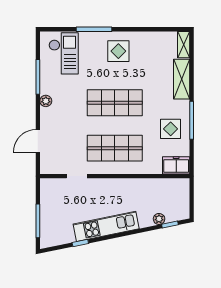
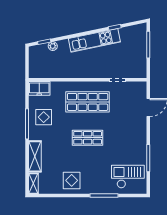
display table: (118, 51) -> (72, 180), moved
checkout: (64, 53) -> (128, 177), turned 90
plant: (46, 101) -> (142, 139), removed
shop shelf: (115, 103) -> (88, 138), width x0.70, depth x0.74

